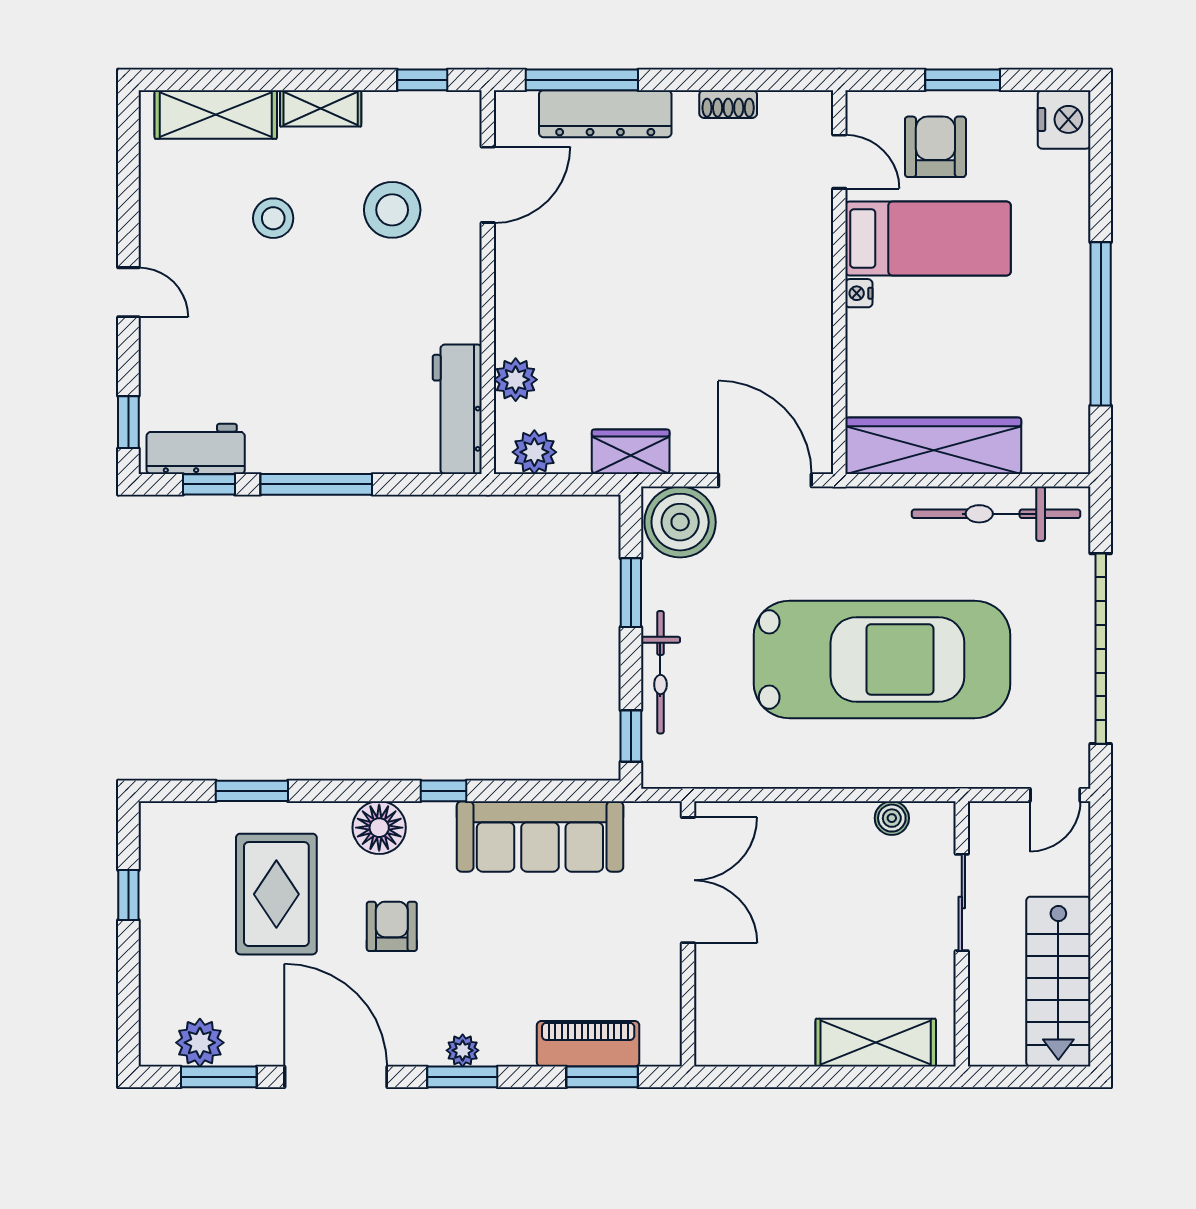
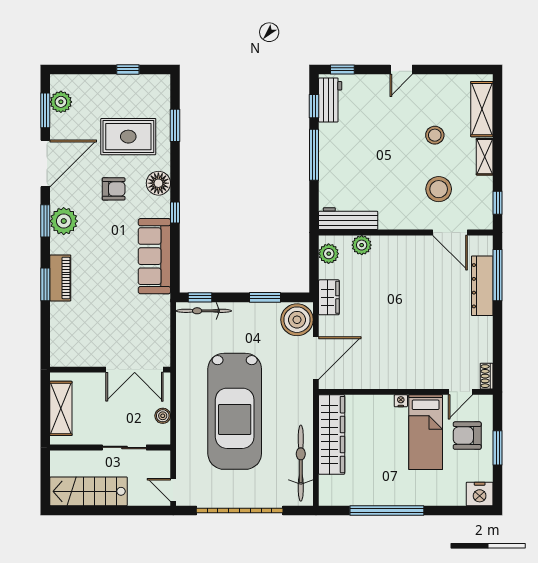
shoe rack: (728, 104) -> (487, 376), moved
armchair: (935, 147) -> (467, 436), turned 180
bicycle: (660, 672) -> (204, 311), moved
double door: (688, 880) -> (135, 370), moved
wall: (688, 934) -> (110, 370), moved
plant: (463, 1050) -> (64, 221), width x1.88, depth x1.88

